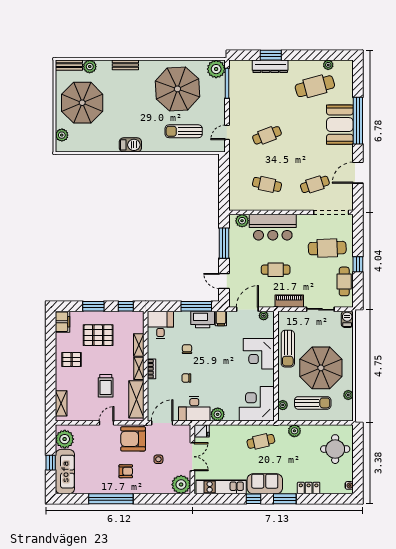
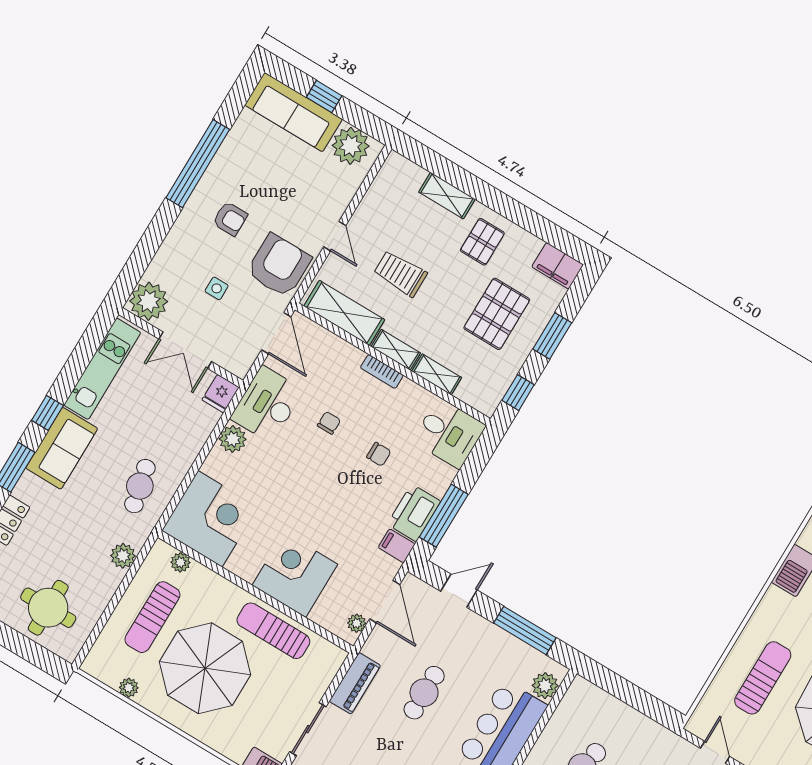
shelving: (61, 403) -> (447, 196), moved
armchair: (126, 471) -> (230, 219), turned -90

